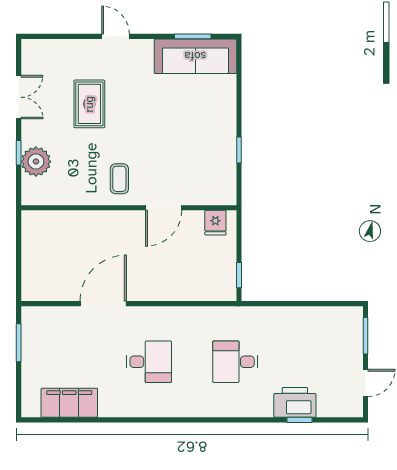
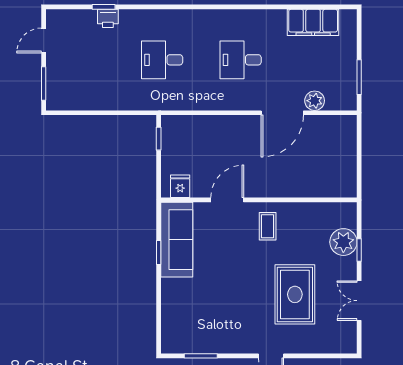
sofa: (195, 56) -> (177, 240), moved, turned 90
rug: (89, 104) -> (295, 294), width x1.36, depth x1.43
plant: (68, 317) -> (315, 101), added
desk: (235, 362) -> (162, 60), turned 180
printer: (295, 402) -> (108, 18), width x0.53, depth x0.68

